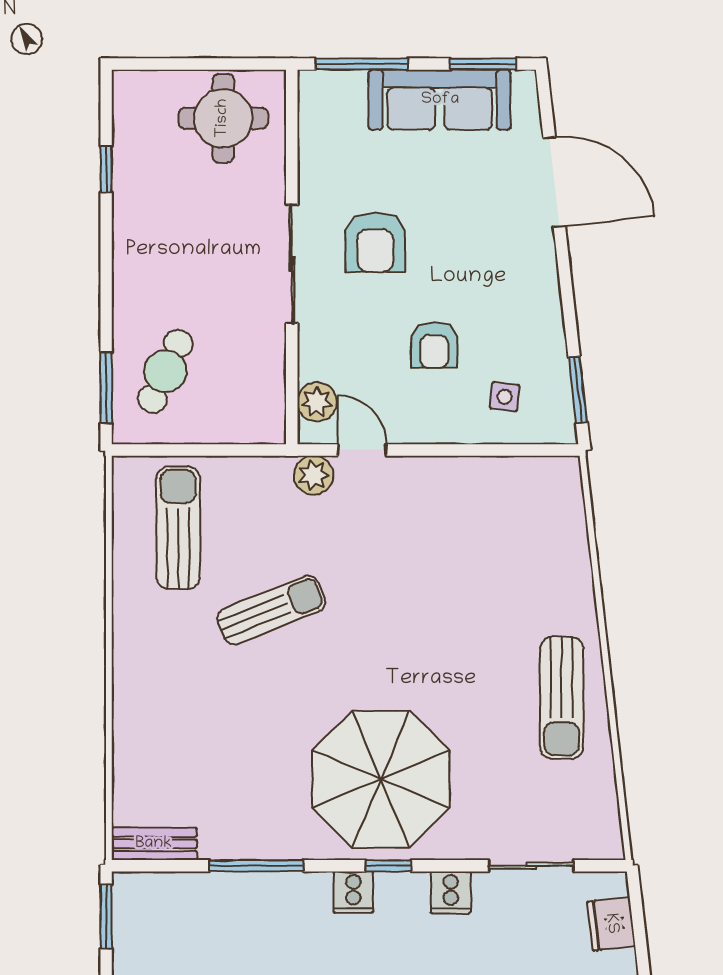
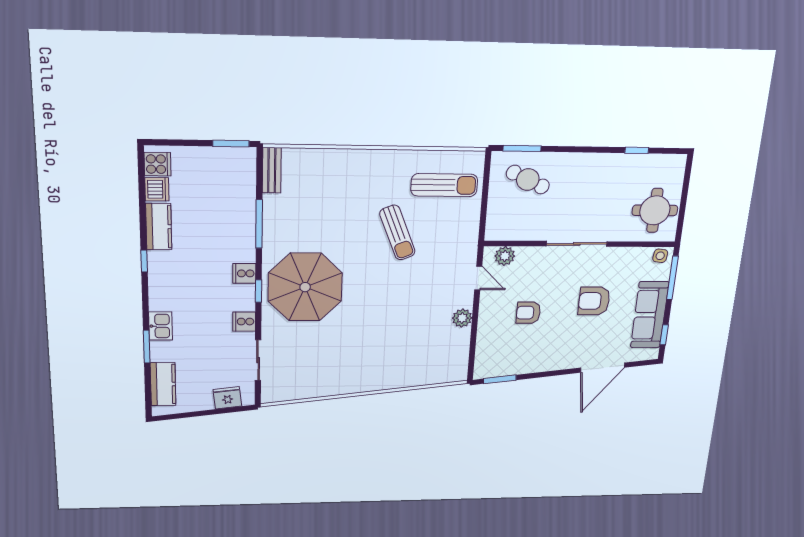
window: (483, 64) -> (664, 335), width x0.67
armchair: (375, 242) -> (594, 301), moved
side table: (505, 397) -> (660, 256), moved
door: (362, 450) -> (478, 278), hinge flipped
plant: (314, 475) -> (462, 318), moved
sun lounger: (562, 698) -> (345, 373), removed

